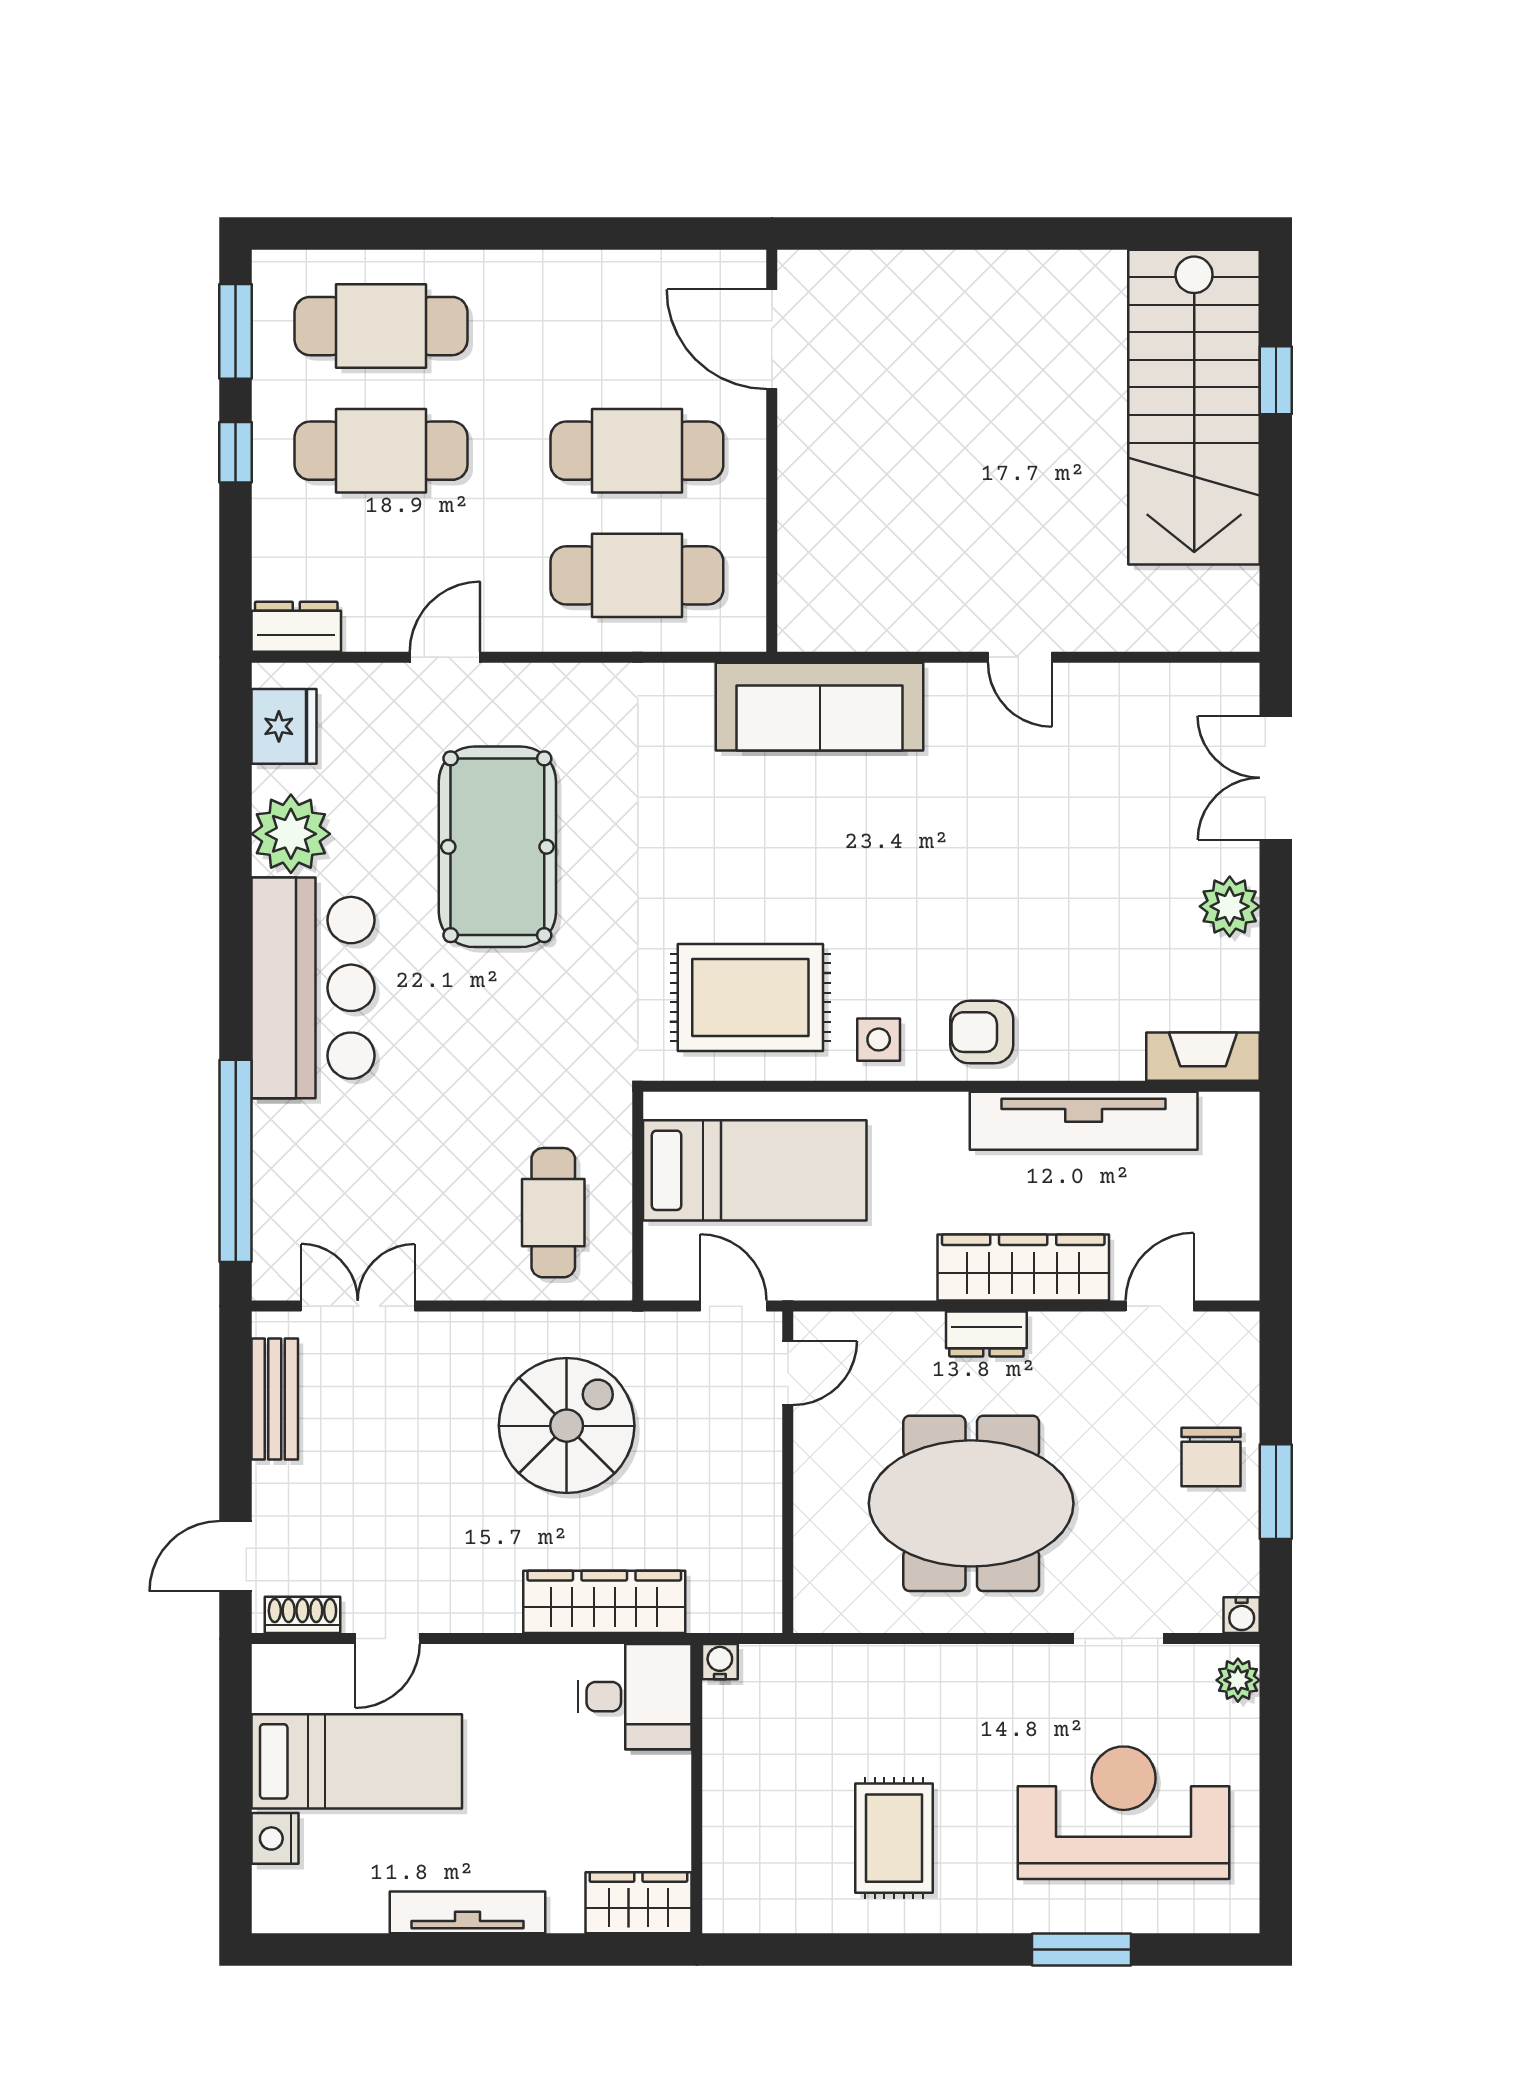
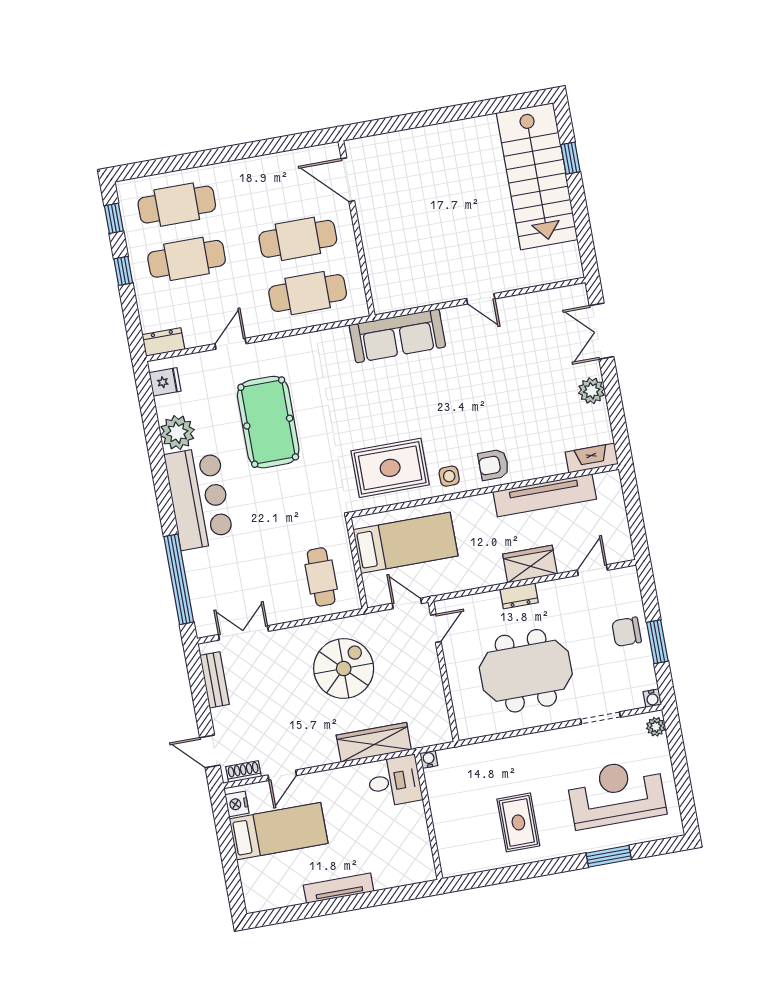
window: (236, 331) -> (114, 218), width x0.67
fridge: (284, 726) -> (165, 382), width x0.72
wardrobe: (1023, 1268) -> (530, 564), width x0.67
chair: (1211, 1457) -> (627, 632), turned 90
door: (236, 1556) -> (210, 751), hinge flipped
nightstand: (275, 1838) -> (237, 804), moved
wardrobe: (638, 1903) -> (412, 871), removed

